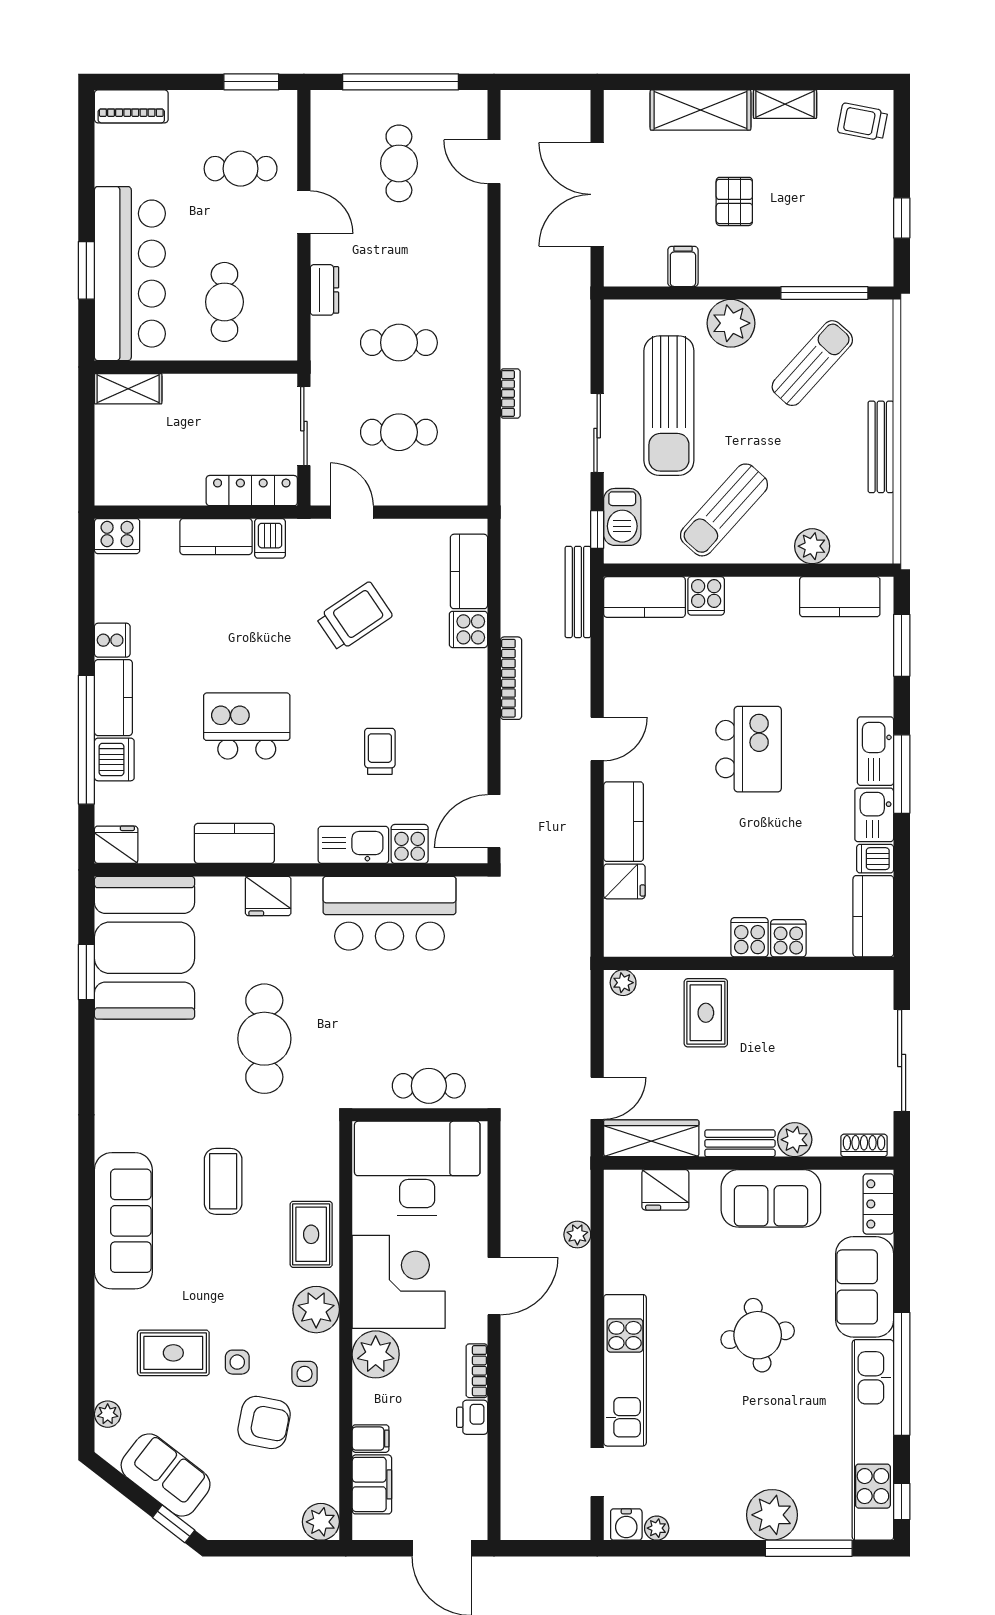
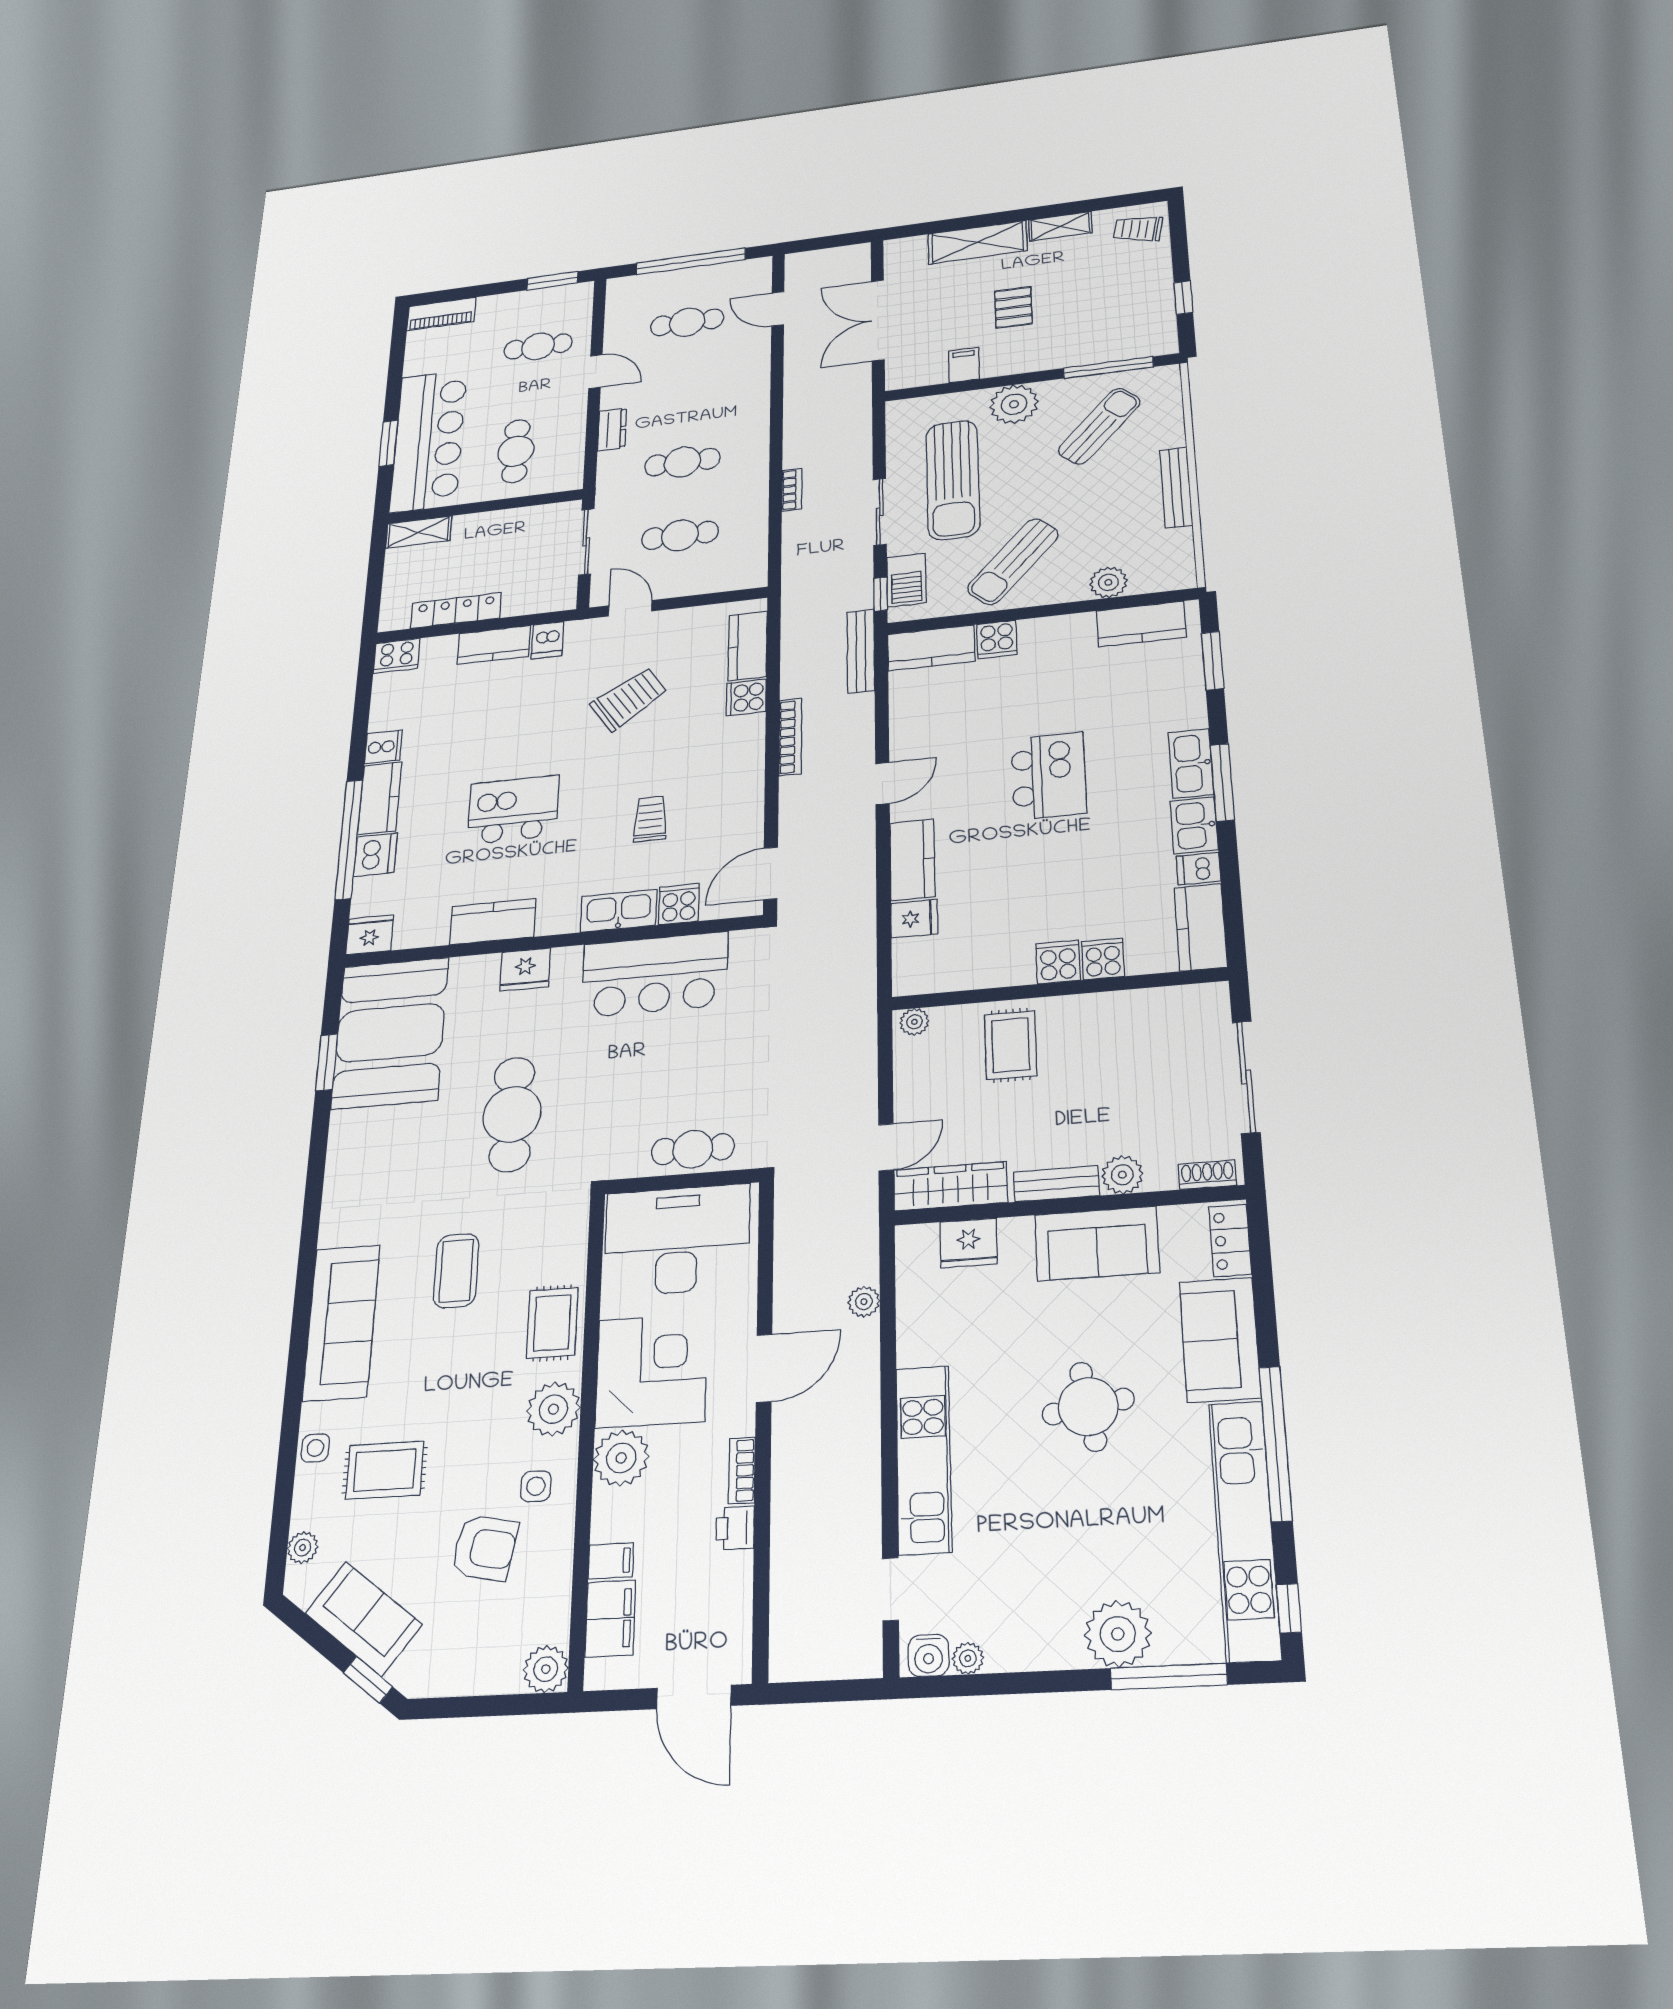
cafe table: (399, 163) -> (687, 322), turned 90
locker: (252, 491) -> (456, 611), moved
side table: (237, 1362) -> (315, 1448), moved

